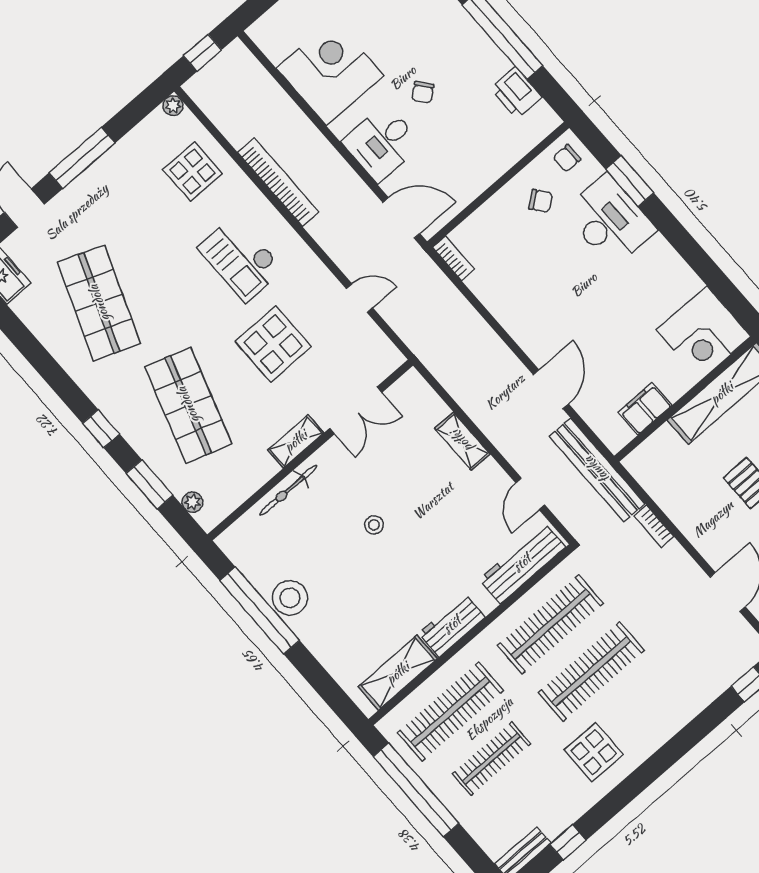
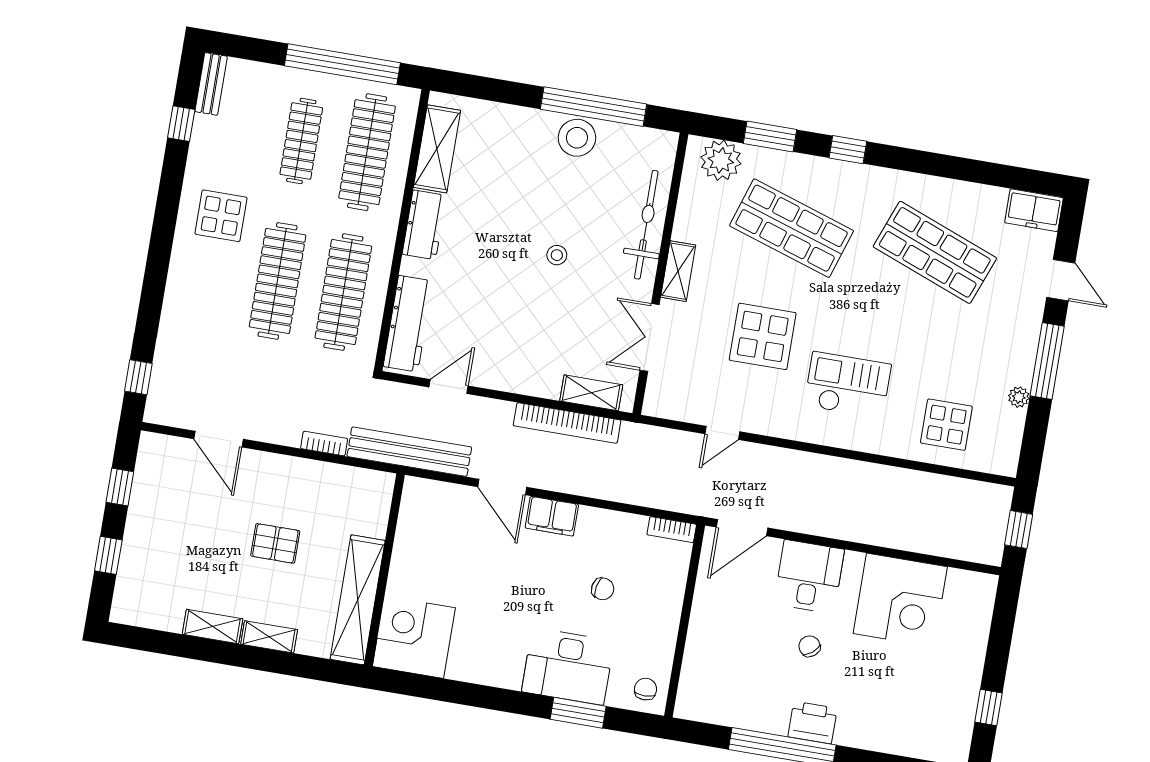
printer: (516, 93) -> (813, 723), moved
plant: (173, 106) -> (1019, 397), moved
bookcase: (278, 182) -> (567, 423), moved
chair: (541, 201) -> (603, 589), moved, turned -131
filing cabinet: (645, 409) -> (552, 516), moved, turned 90
shelving: (462, 441) -> (591, 393), moved
bicycle: (288, 490) -> (646, 225), width x1.37, depth x1.40
door: (530, 494) -> (449, 387), hinge flipped
plant: (193, 502) -> (721, 160), width x1.88, depth x1.88

